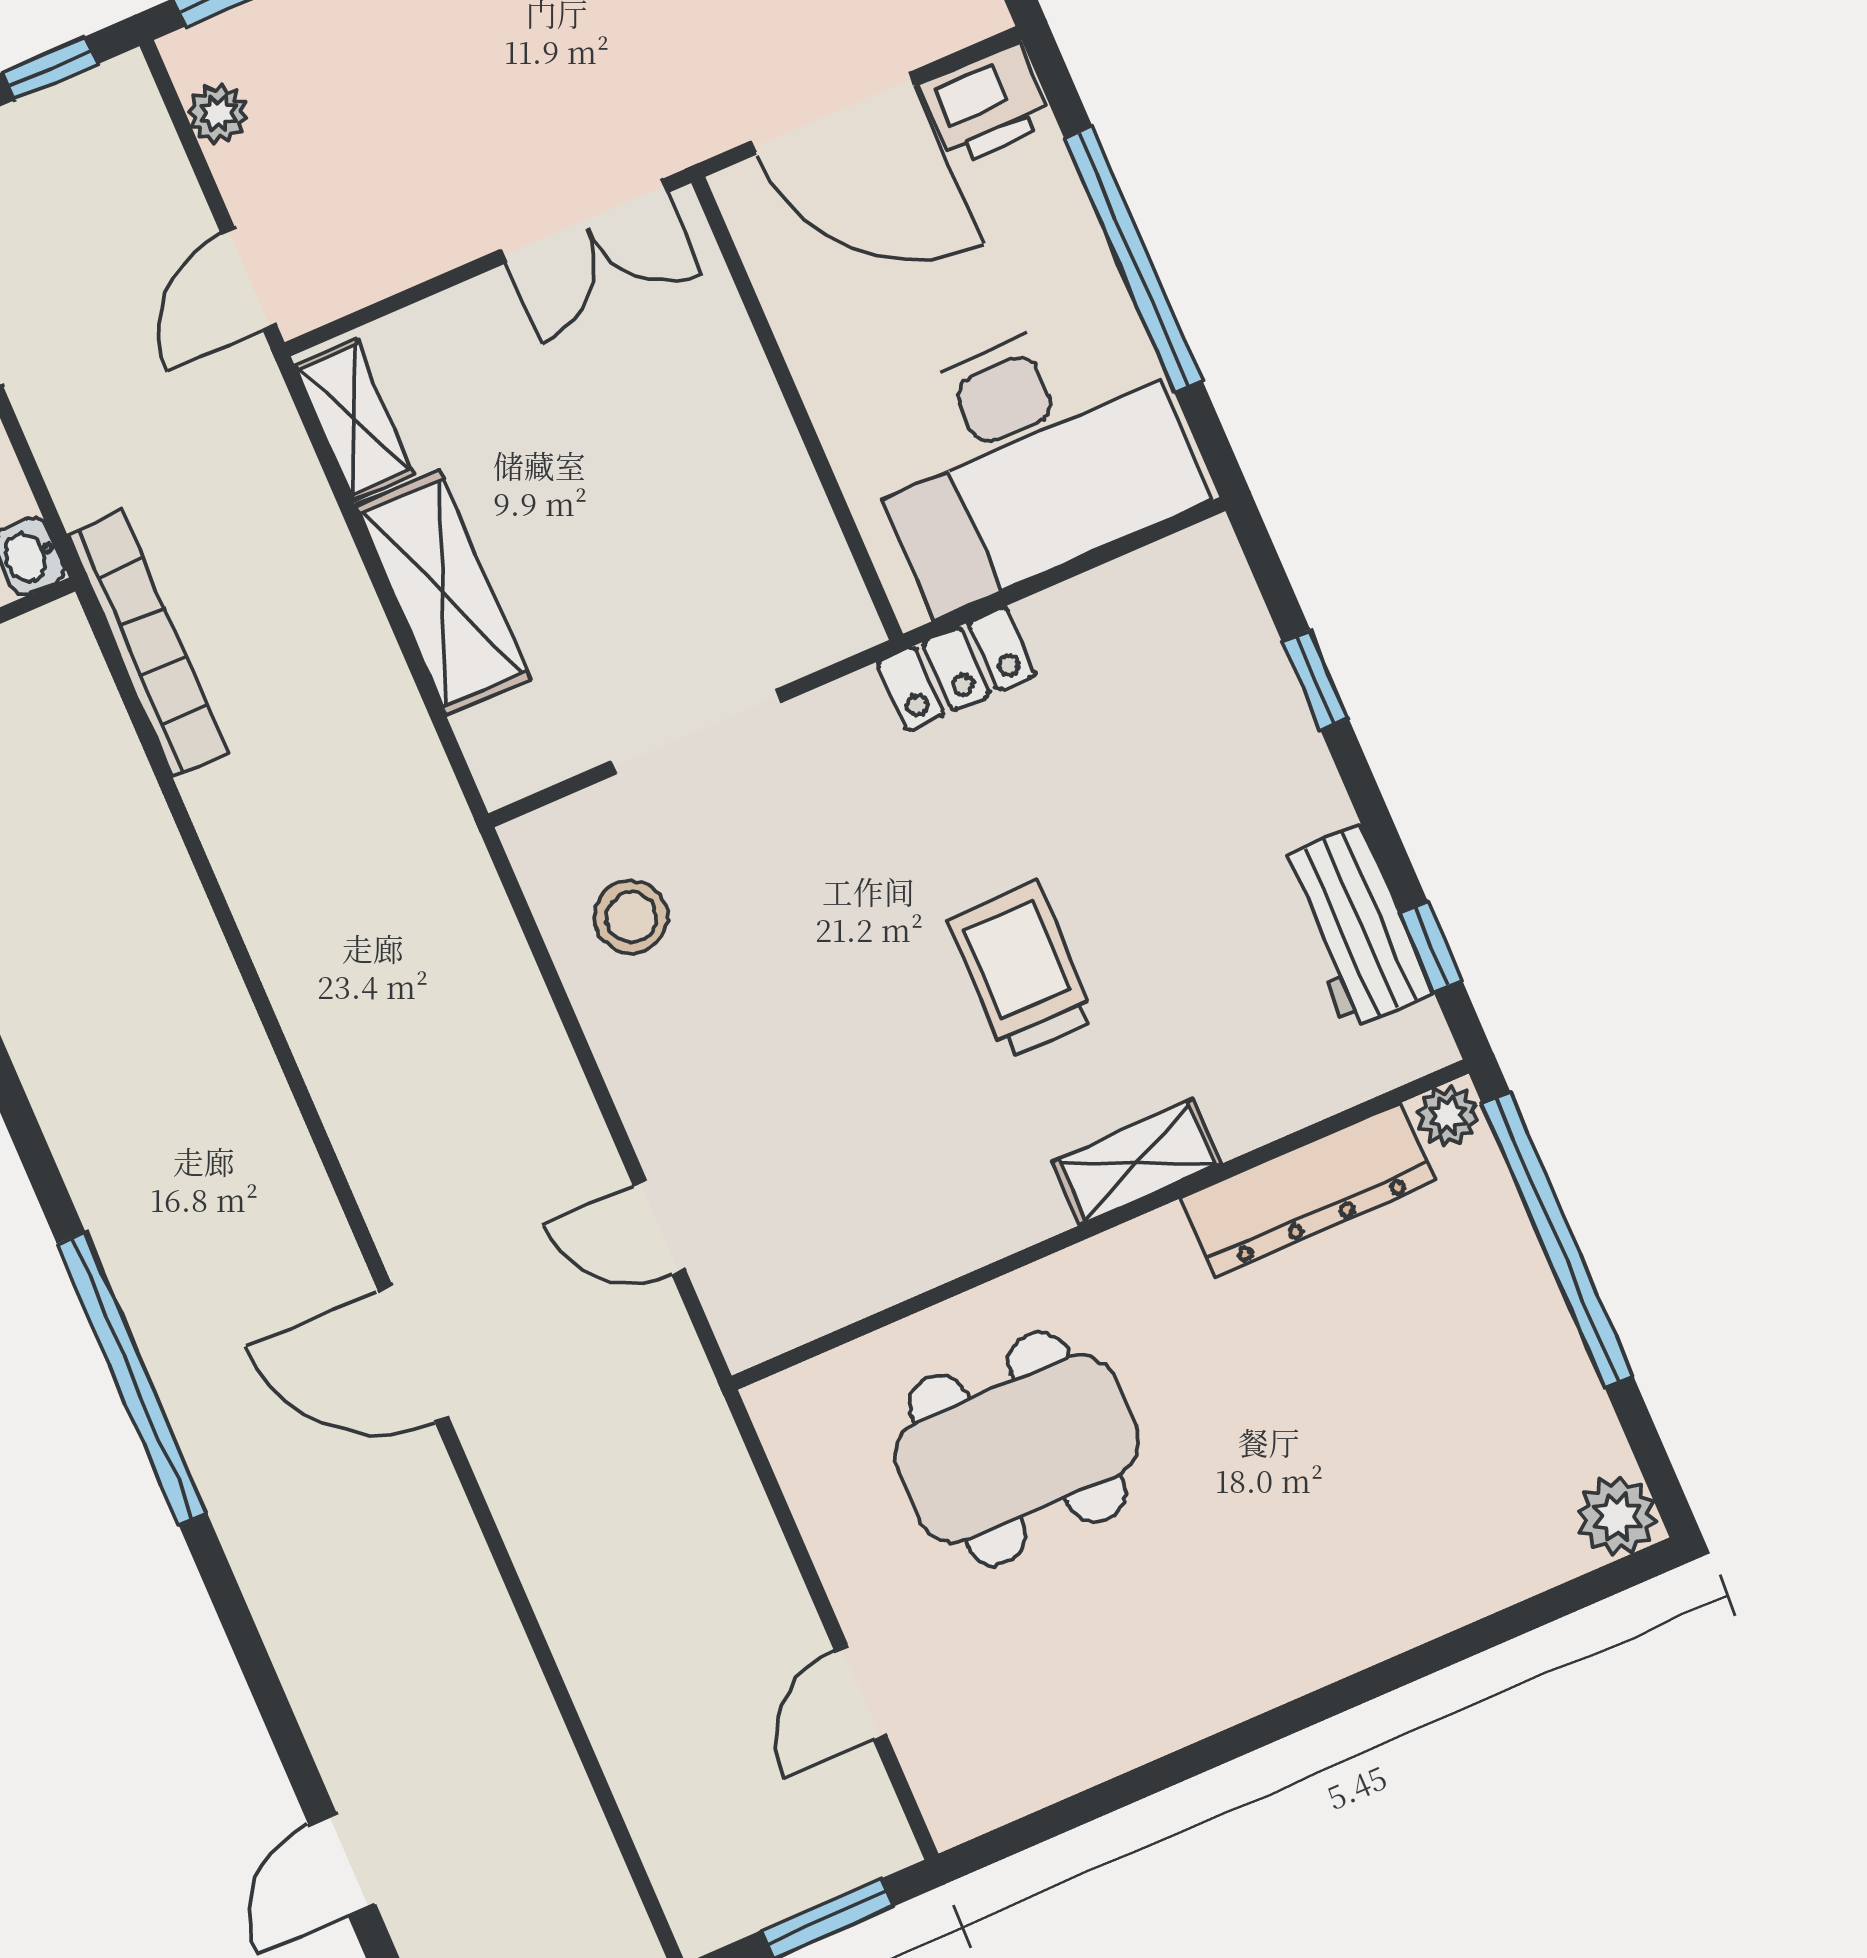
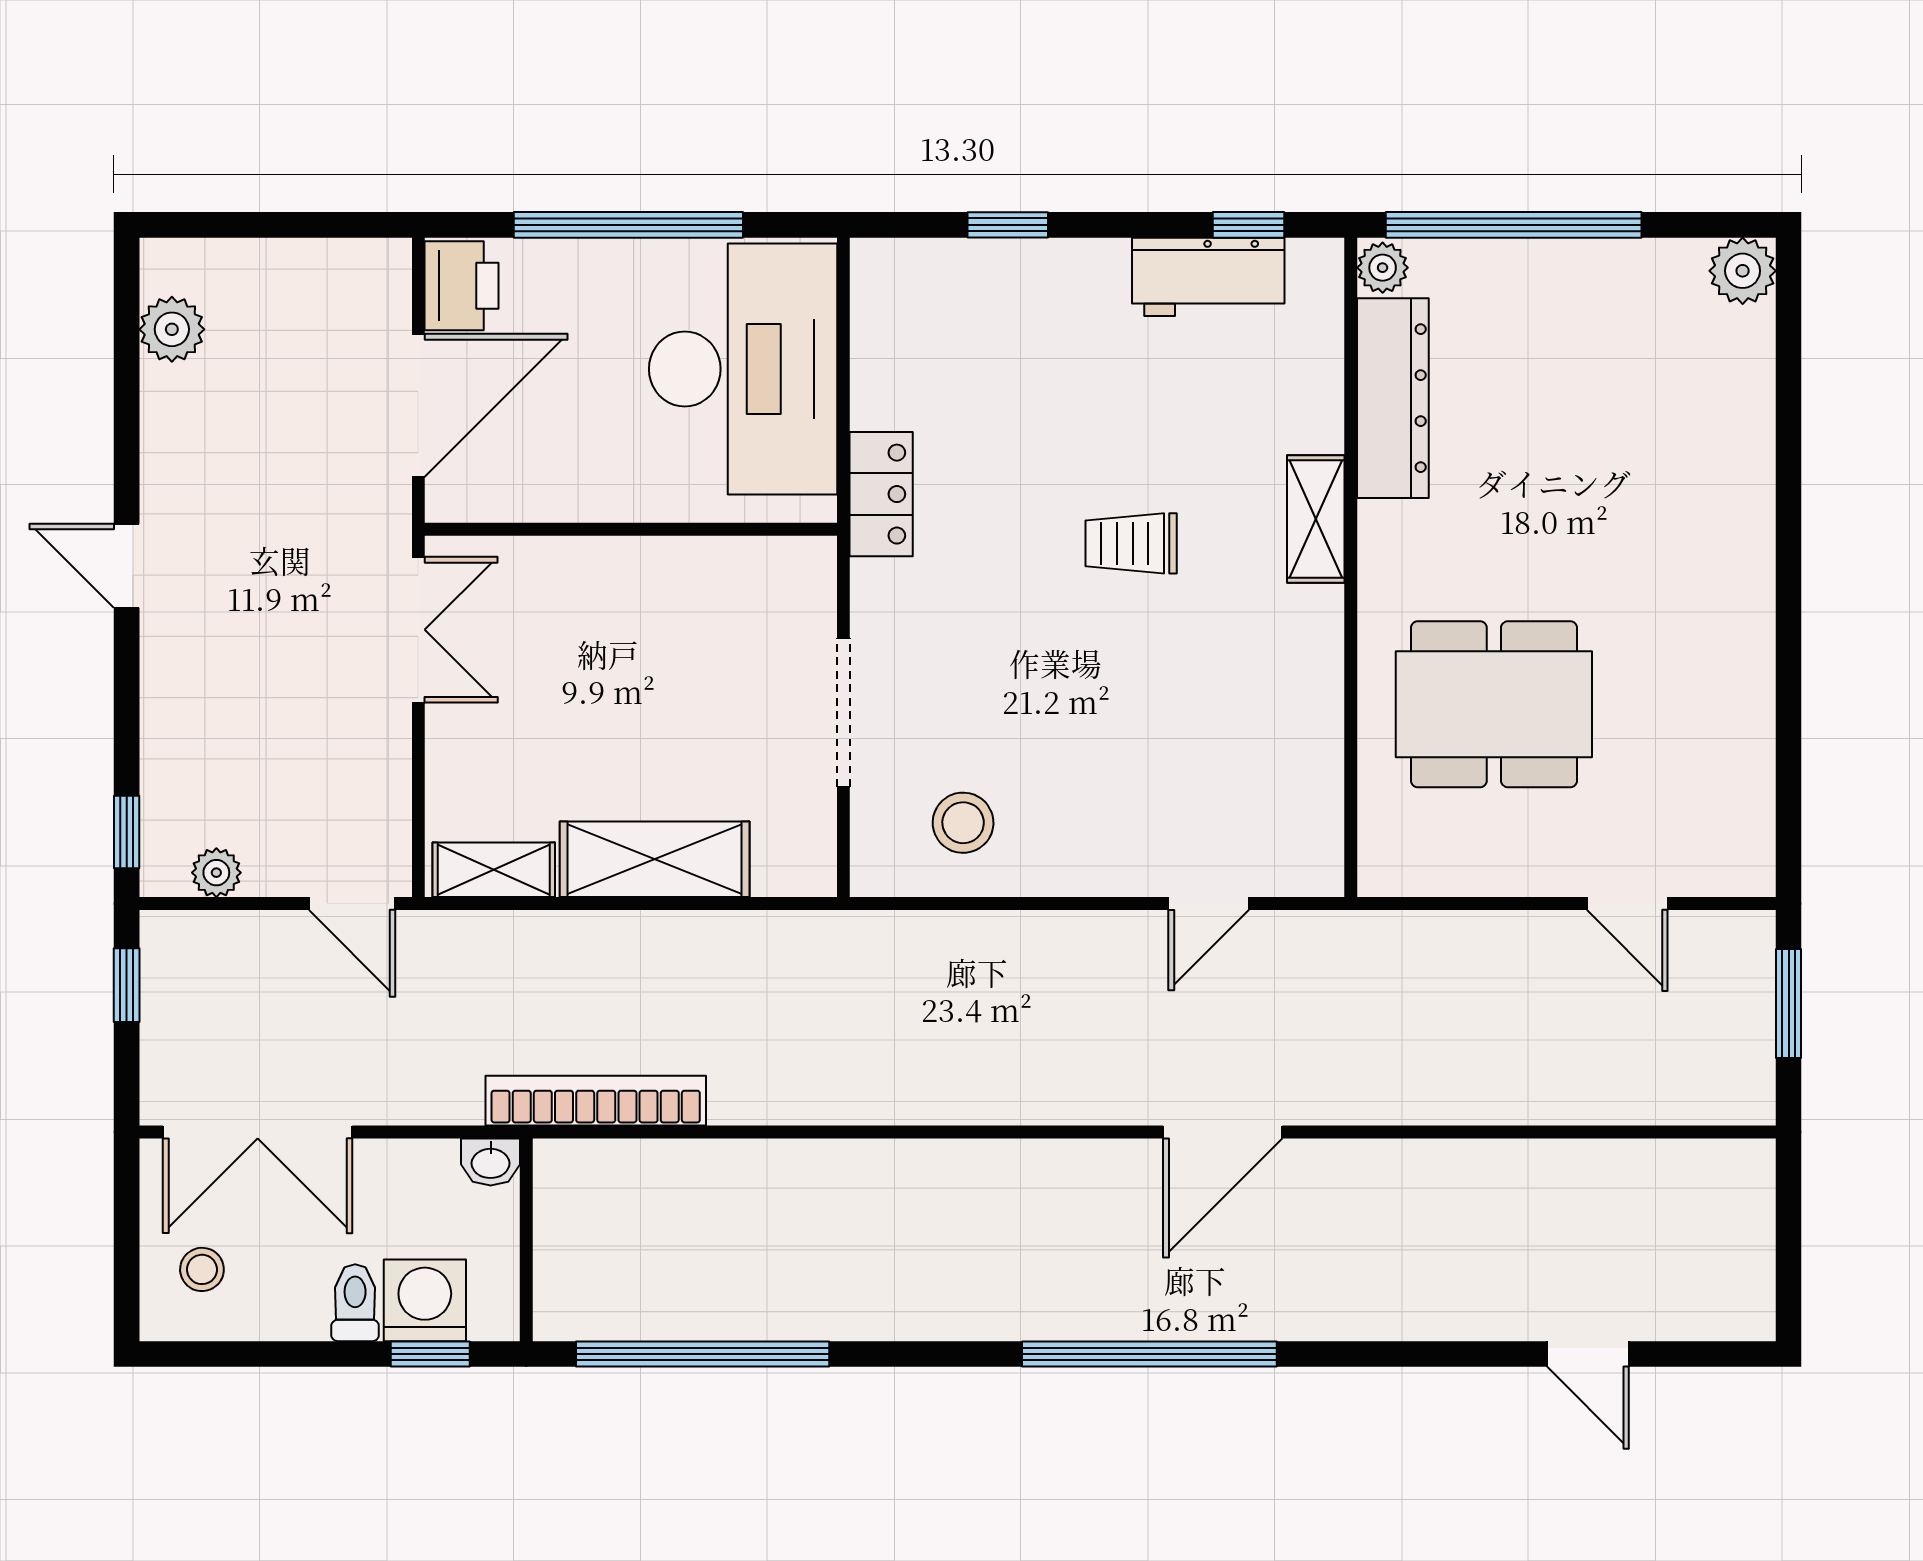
trolley: (1021, 969) -> (1131, 543), width x0.73, depth x0.72
dining table: (1017, 1449) -> (1494, 704), turned 90

